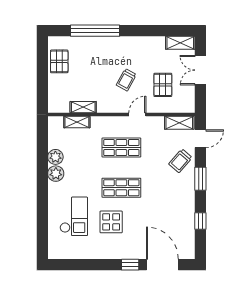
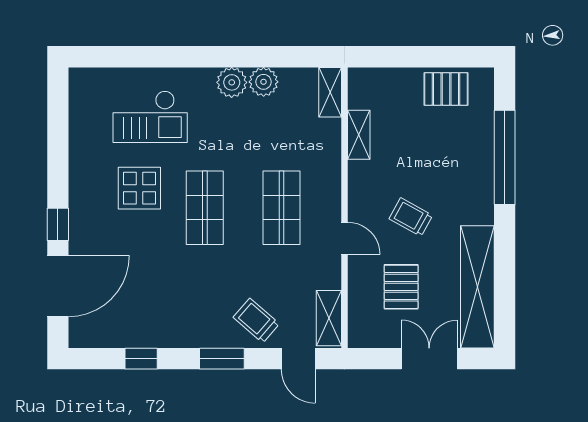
shelving: (180, 43) -> (477, 287), width x2.20, depth x1.33
pallet: (163, 85) -> (401, 287), turned 90
shelving: (77, 122) -> (330, 92), moved

